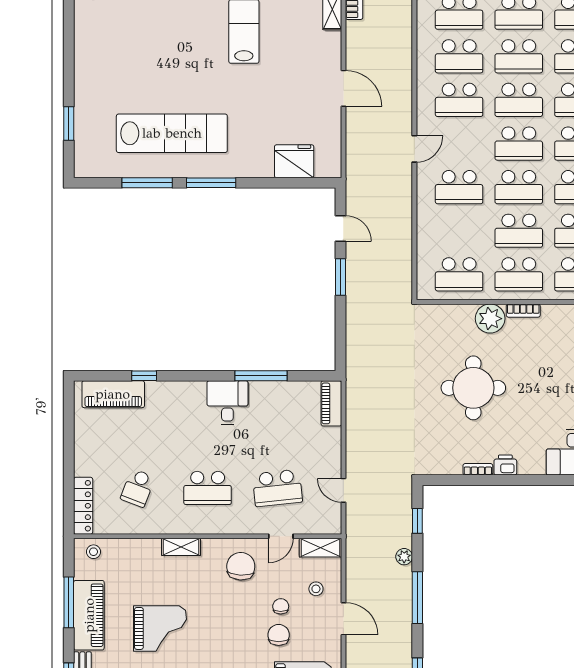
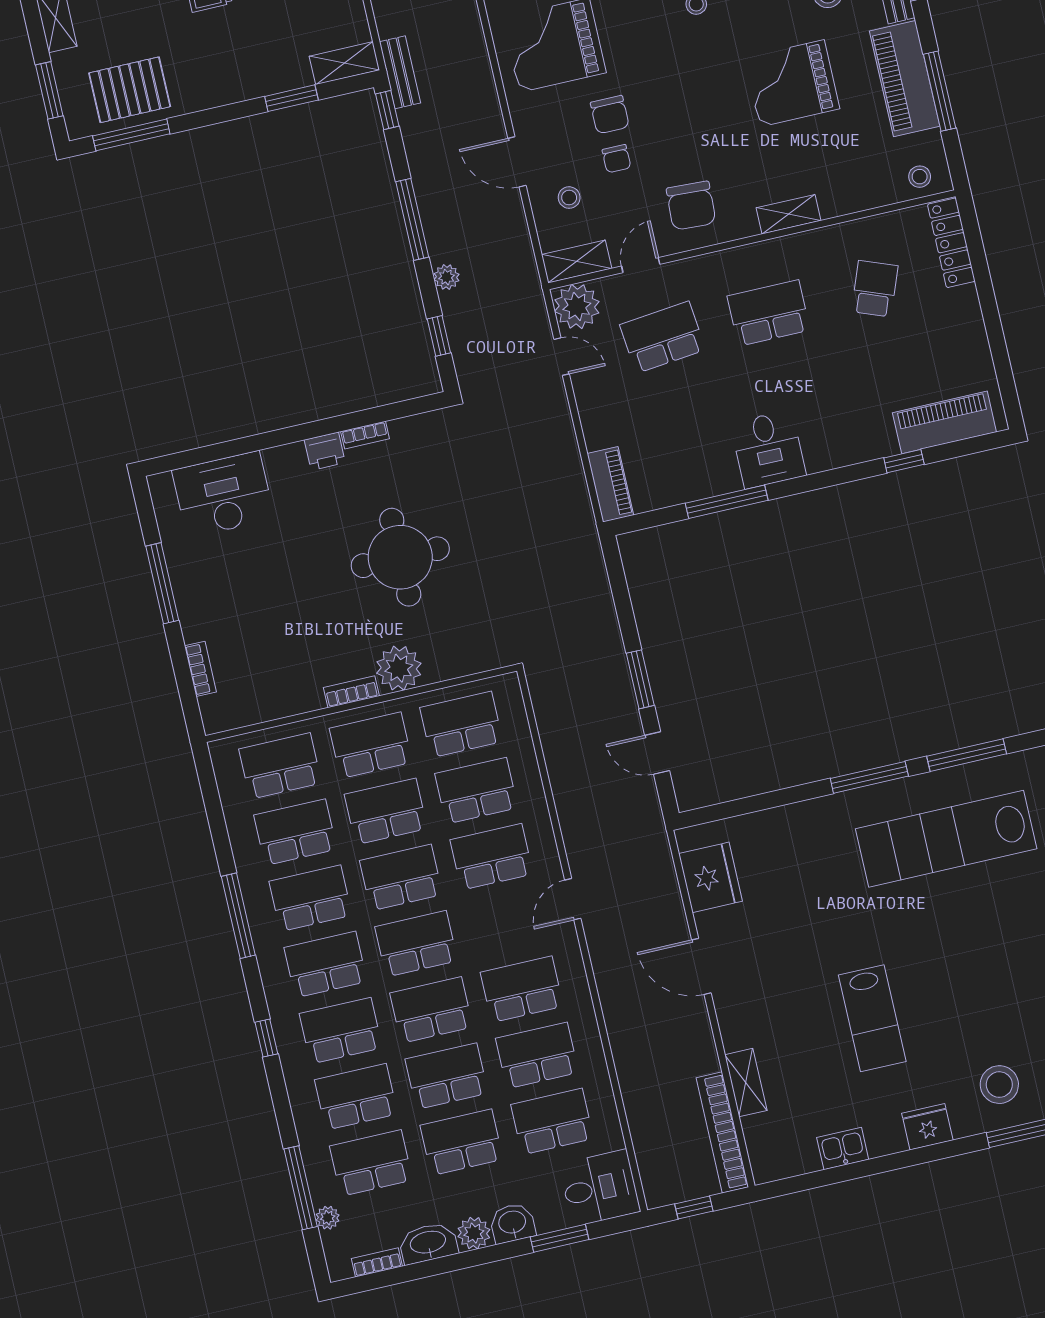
fridge: (294, 161) -> (711, 877), moved, turned -90
school desk: (459, 231) -> (476, 791), added
plant: (327, 520) -> (577, 306), added

